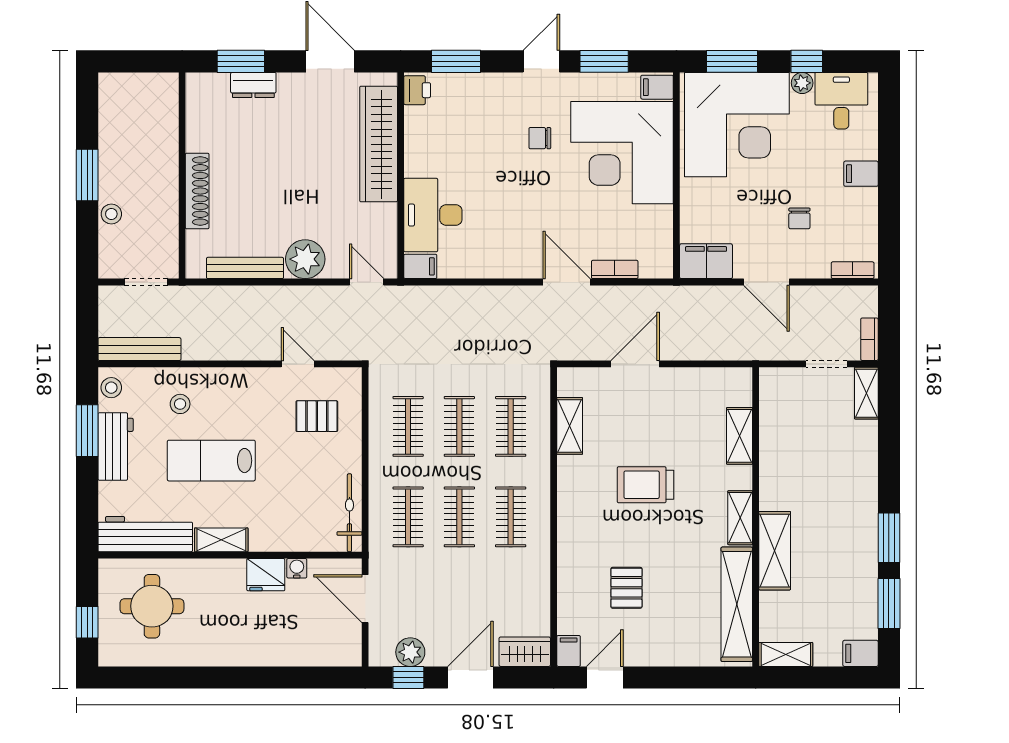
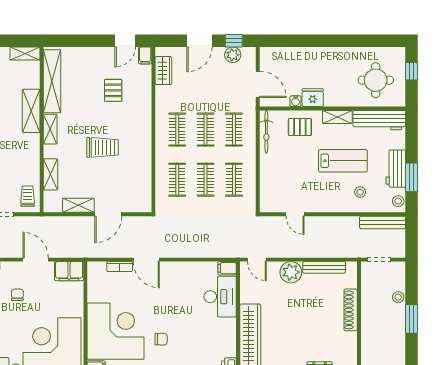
trolley: (781, 397) -> (28, 196), added
pallet: (317, 416) -> (300, 127), moved
shelving: (570, 426) -> (78, 205), moved, turned 90
wardrobe: (525, 652) -> (163, 70), moved, turned -90

